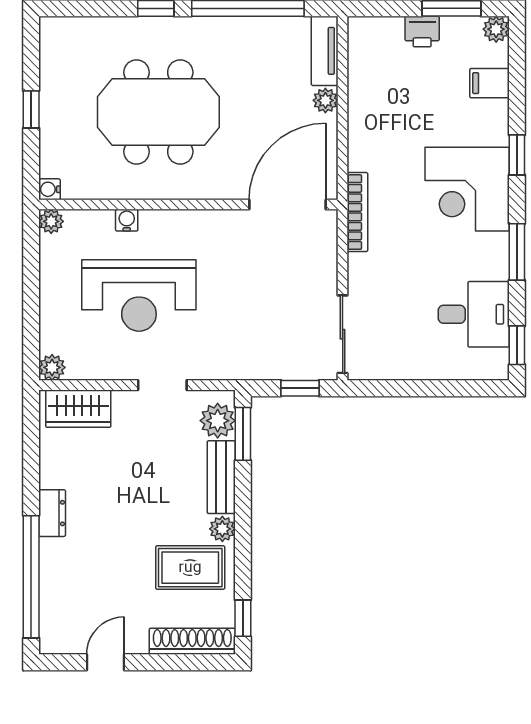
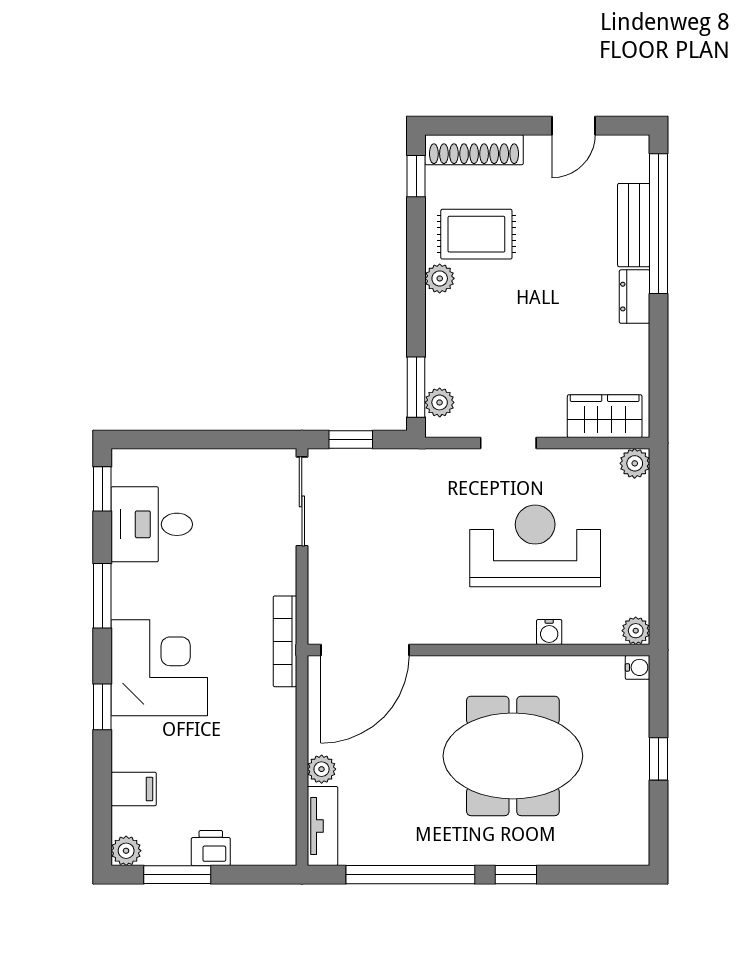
plant: (218, 421) -> (440, 402), width x0.73, depth x0.73
bench: (221, 477) -> (634, 225), moved

